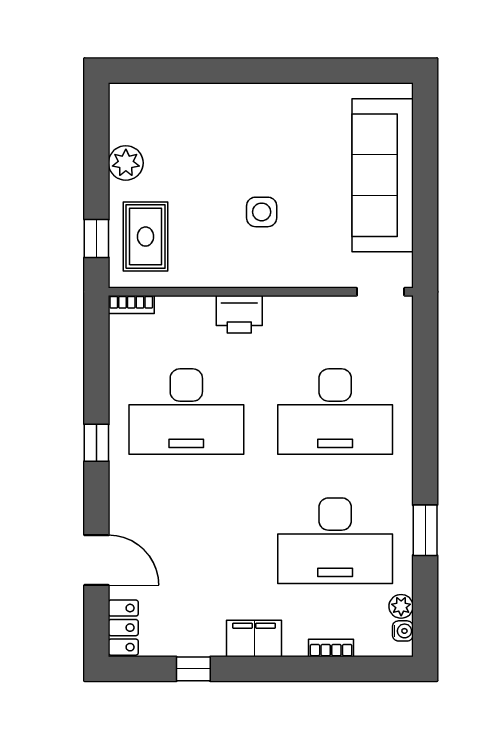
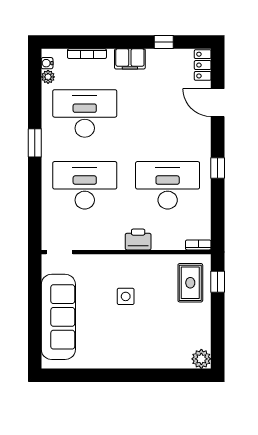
plant: (126, 163) -> (201, 359), moved
window: (425, 530) -> (35, 143), moved
bookcase: (331, 648) -> (87, 54), width x1.56

